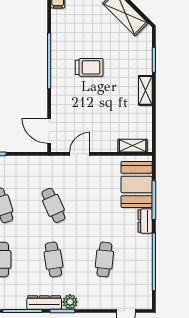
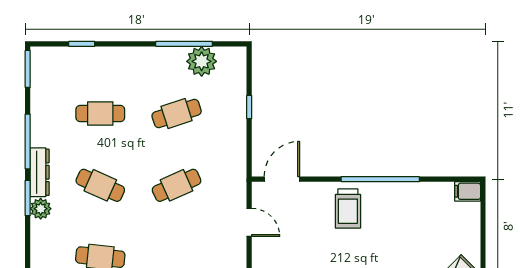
trolley: (89, 67) -> (348, 208), moved
cafe table: (53, 259) -> (100, 185), turned 33

